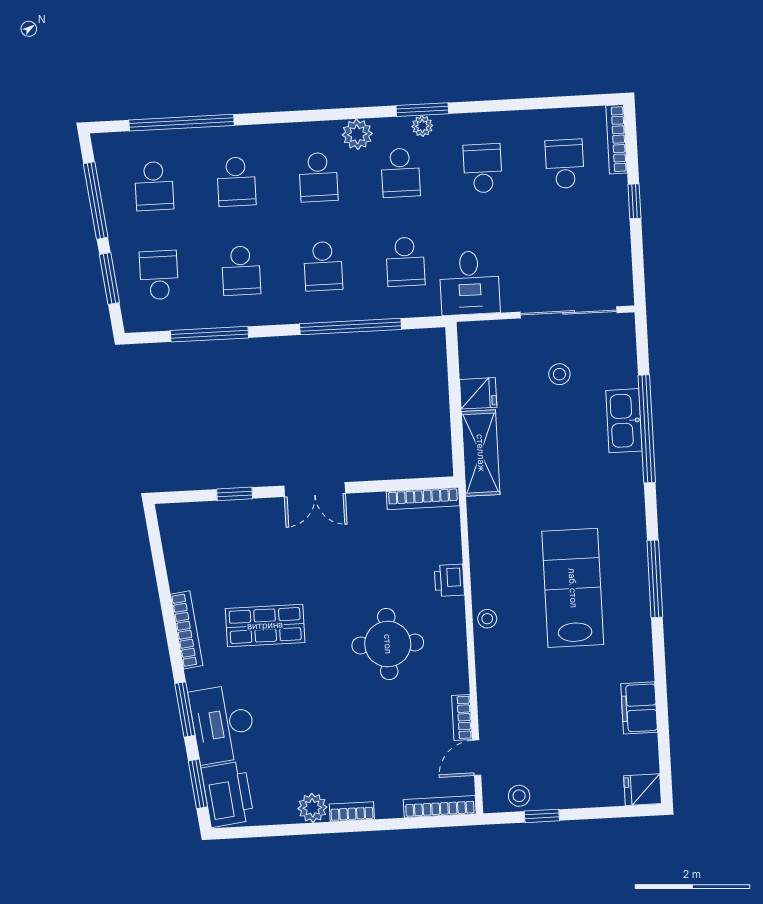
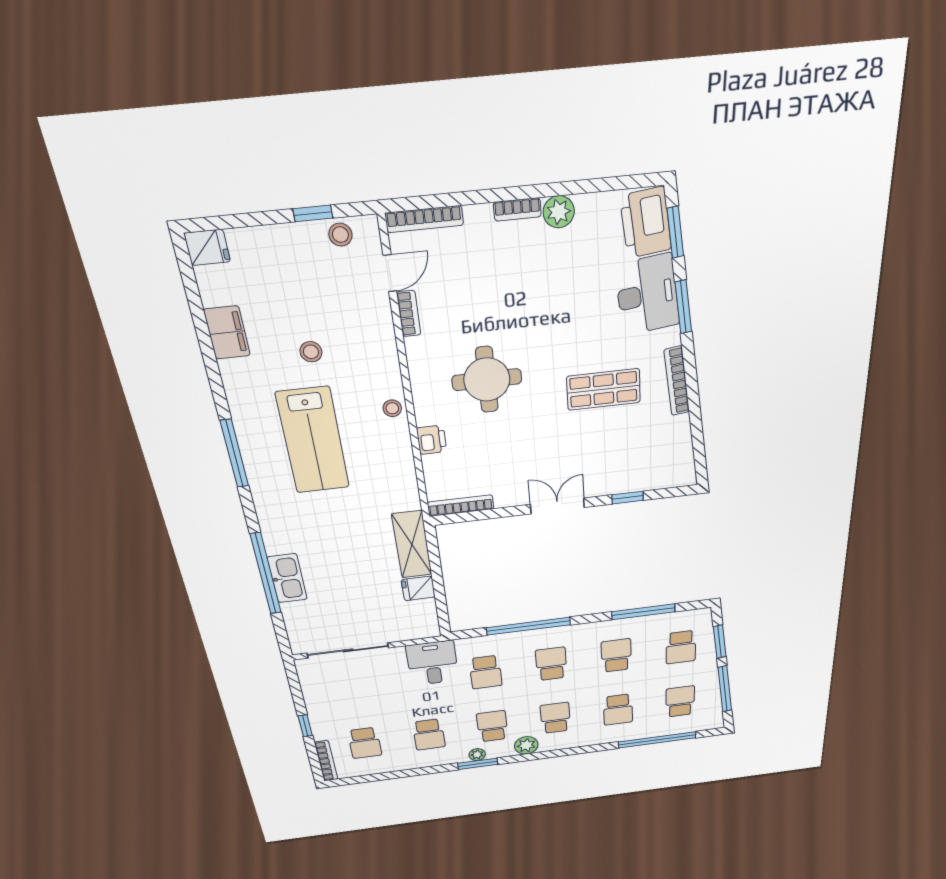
school desk: (236, 182) -> (618, 710), turned 180
school desk: (405, 262) -> (486, 672), turned 180
stool: (559, 374) -> (311, 352), moved

